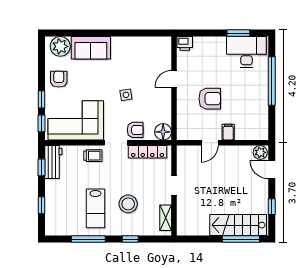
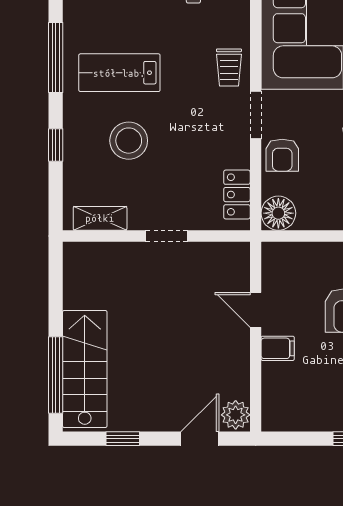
locker: (148, 152) -> (237, 195), width x0.66

